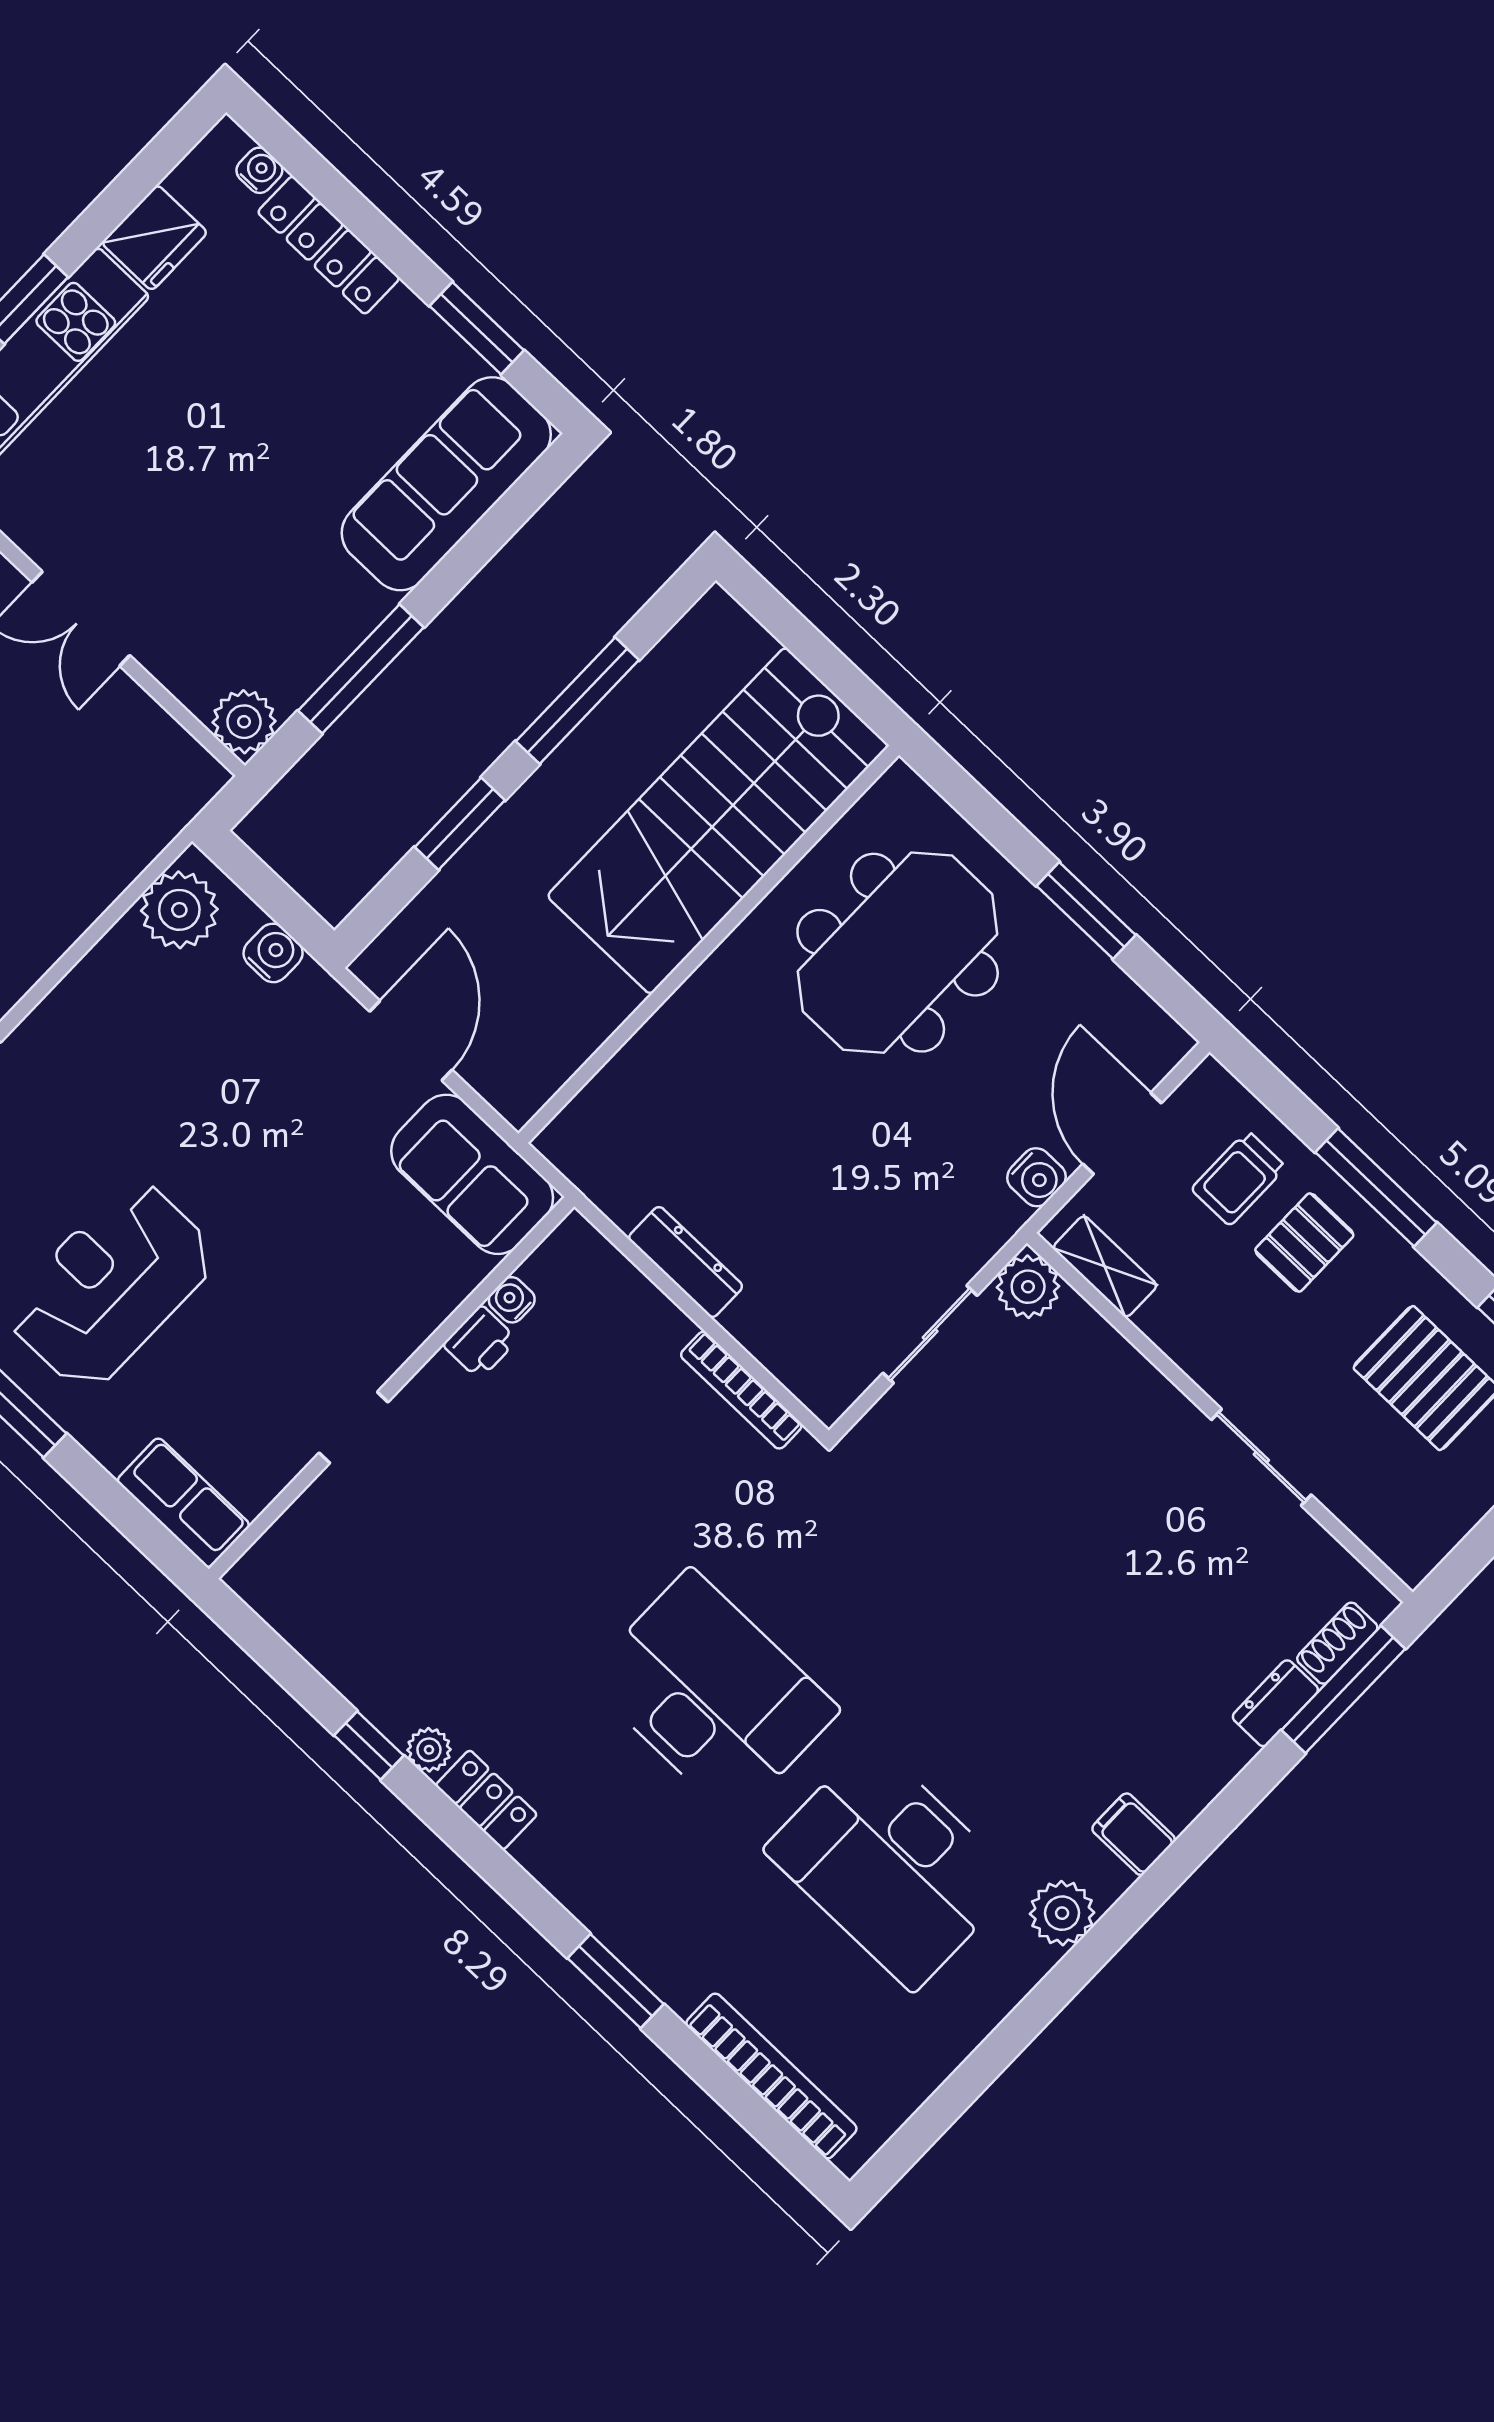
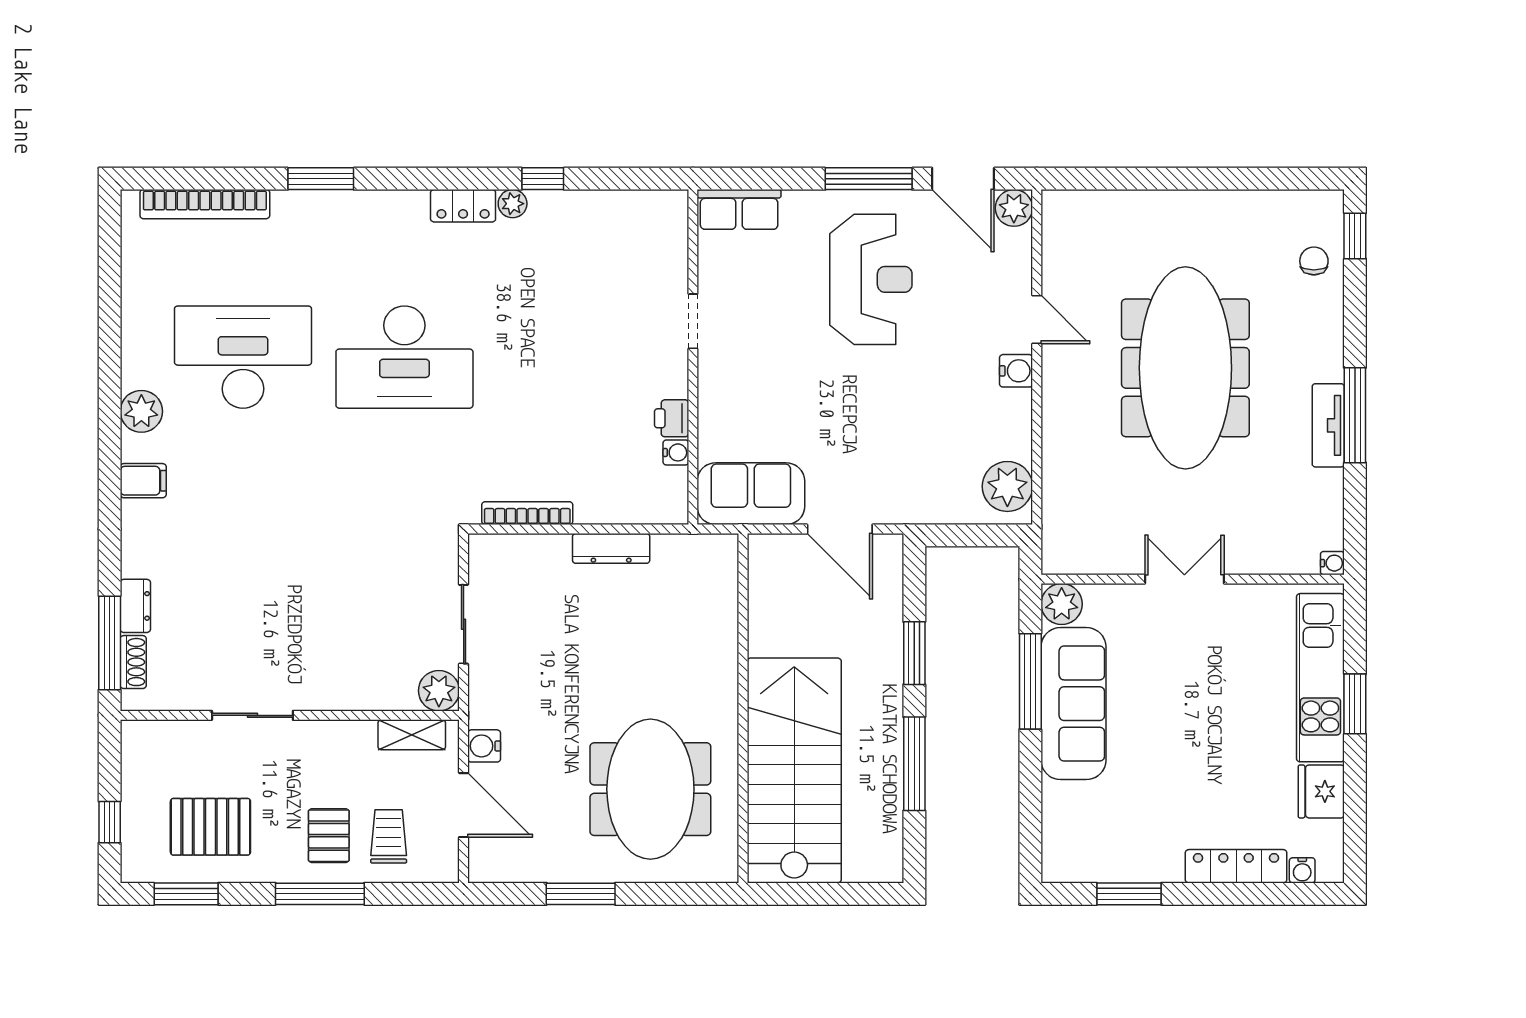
sofa: (446, 484) -> (1073, 704), moved
water cooler: (273, 953) -> (1016, 371), moved, turned -90

